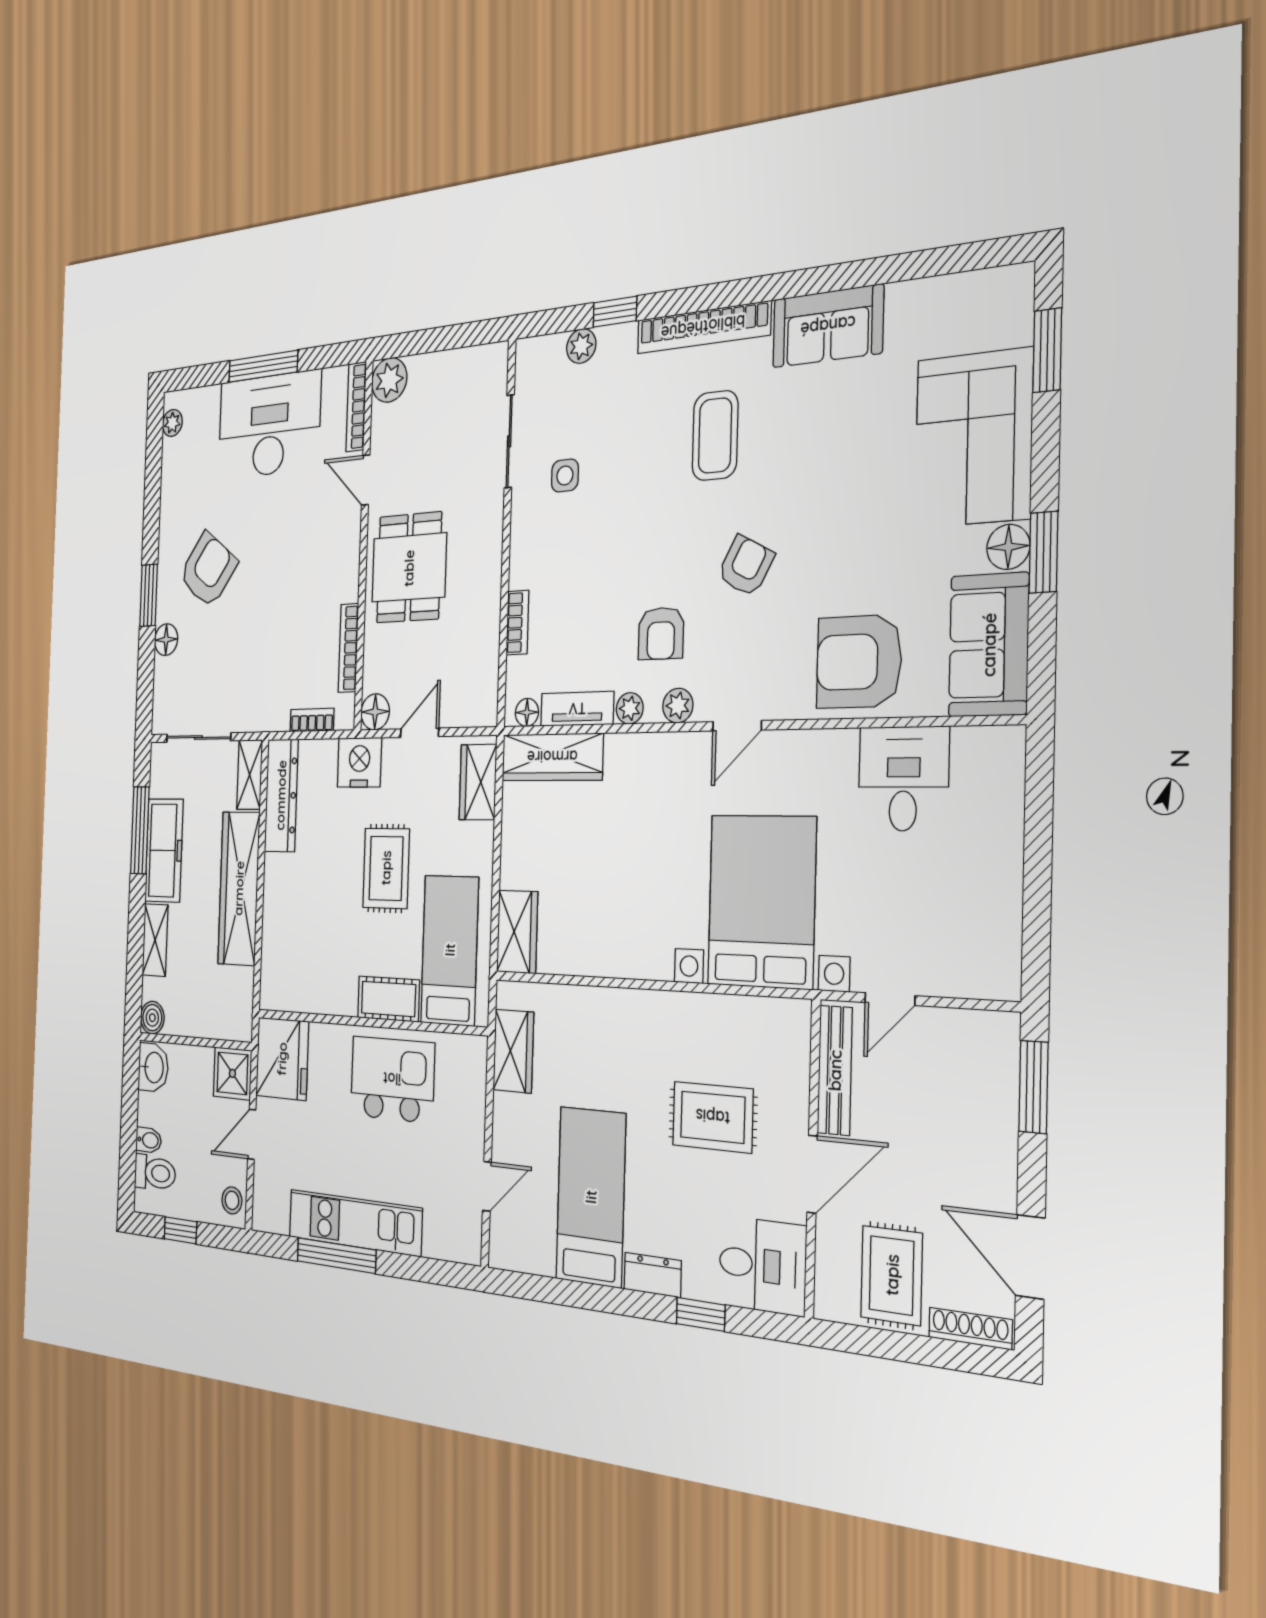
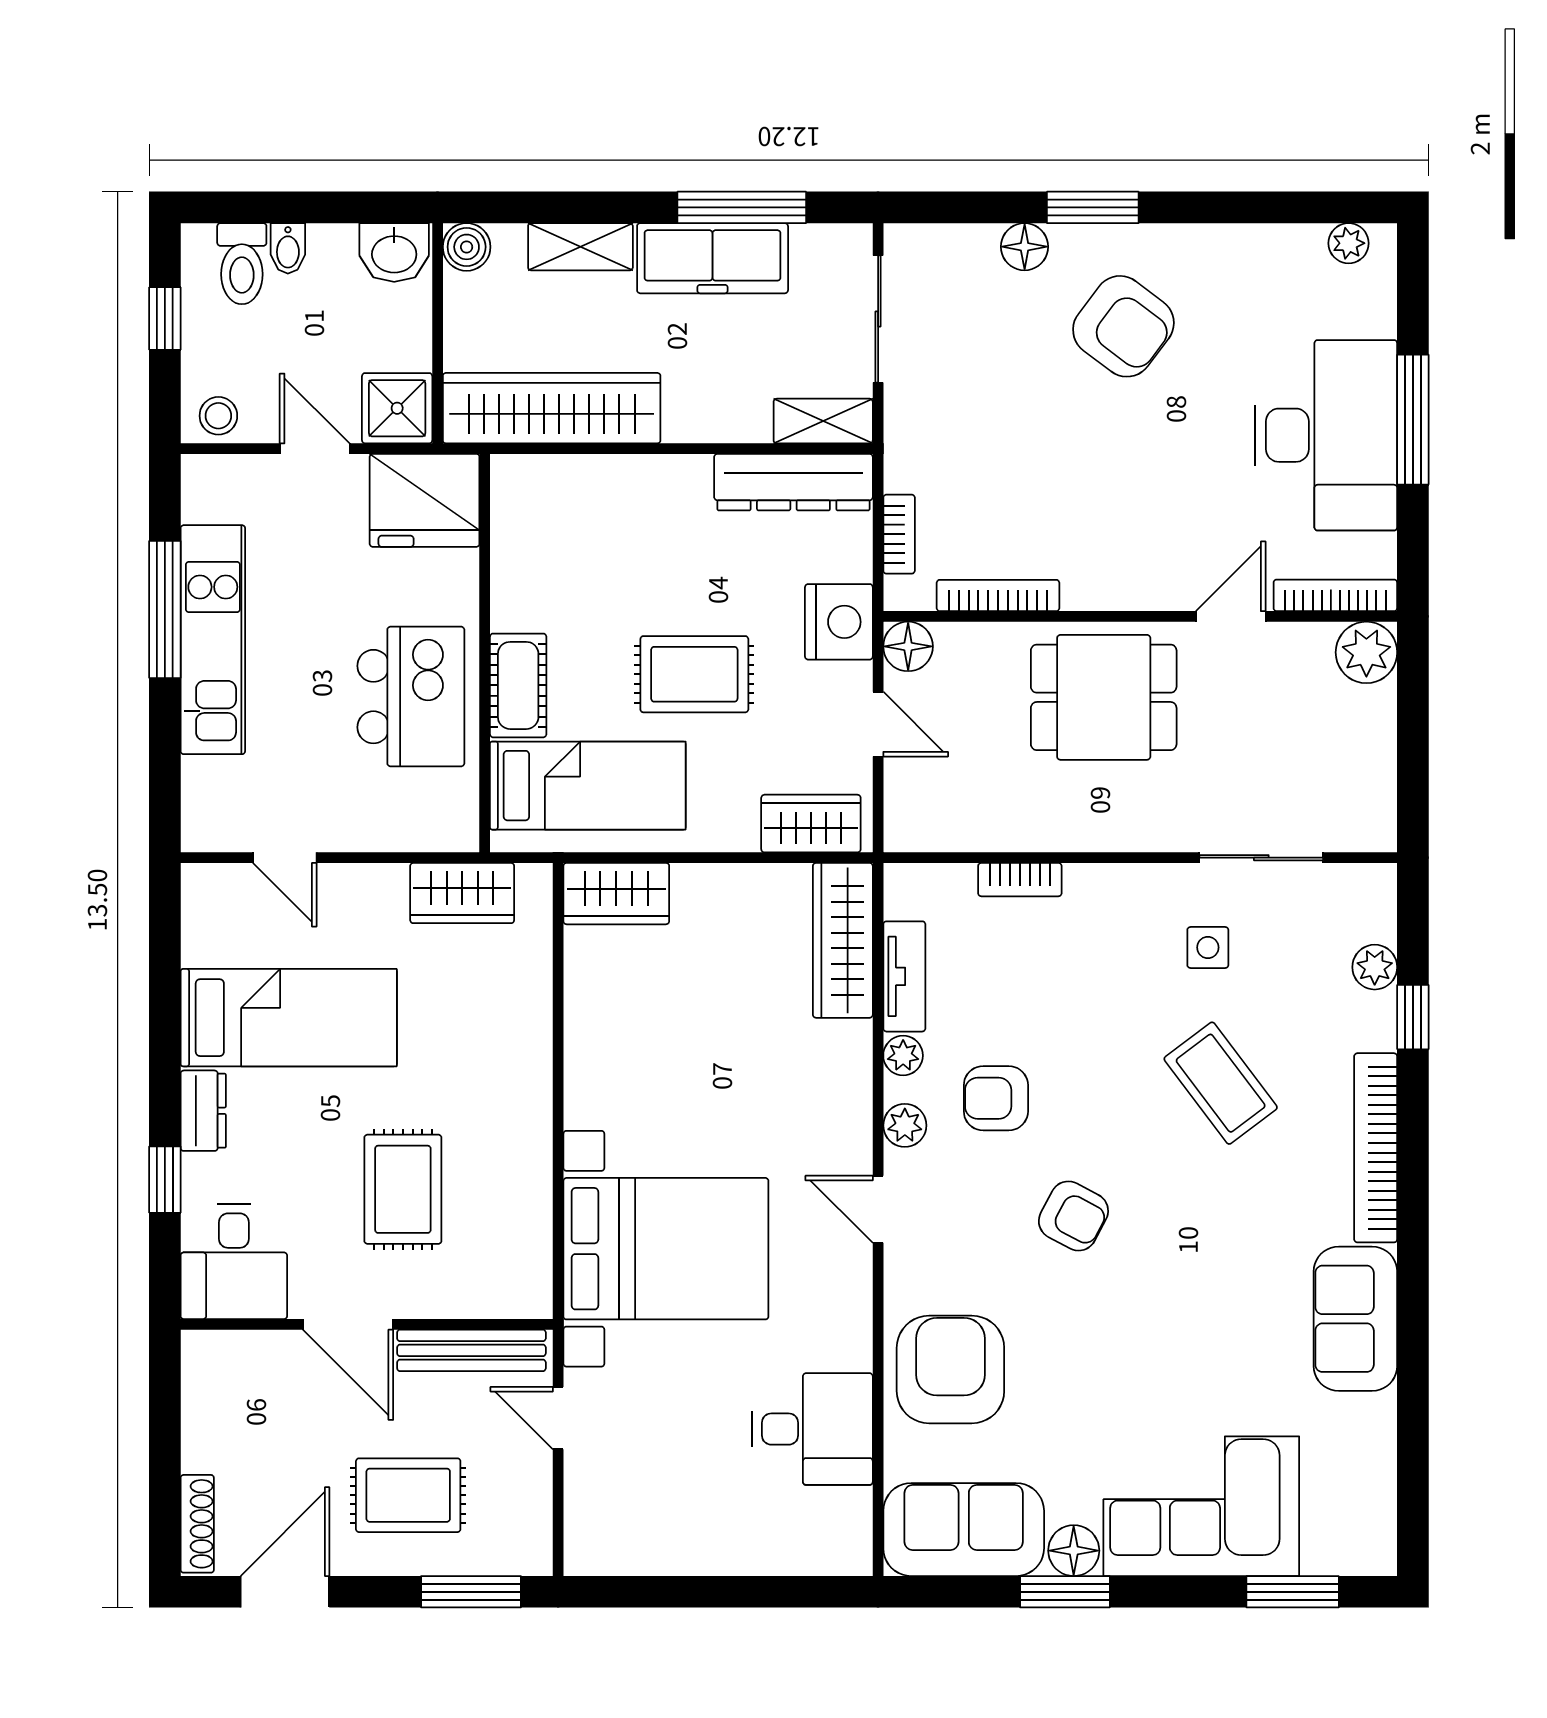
coffee table: (715, 436) -> (1221, 1083), moved, turned 53
floor lamp: (527, 712) -> (902, 899), removed
wardrobe: (239, 888) -> (552, 408), moved
rug: (892, 1275) -> (408, 1495), moved

